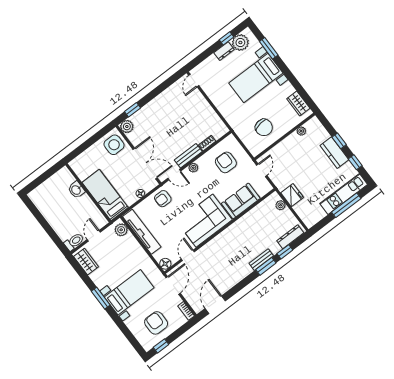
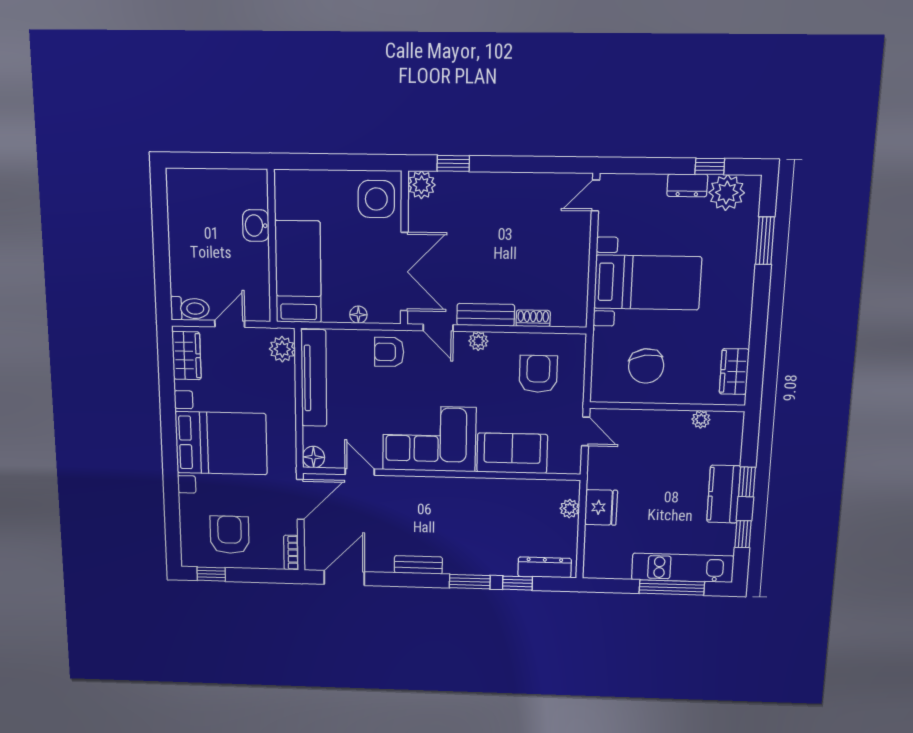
bed with nightstands: (256, 78) -> (648, 282), moved, turned 180
door: (262, 170) -> (586, 431), hinge flipped
door: (188, 255) -> (360, 472), hinge flipped
bench: (261, 260) -> (418, 565), moved
bed with nightstands: (129, 292) -> (221, 443), width x1.36
window: (101, 298) -> (169, 431), removed

